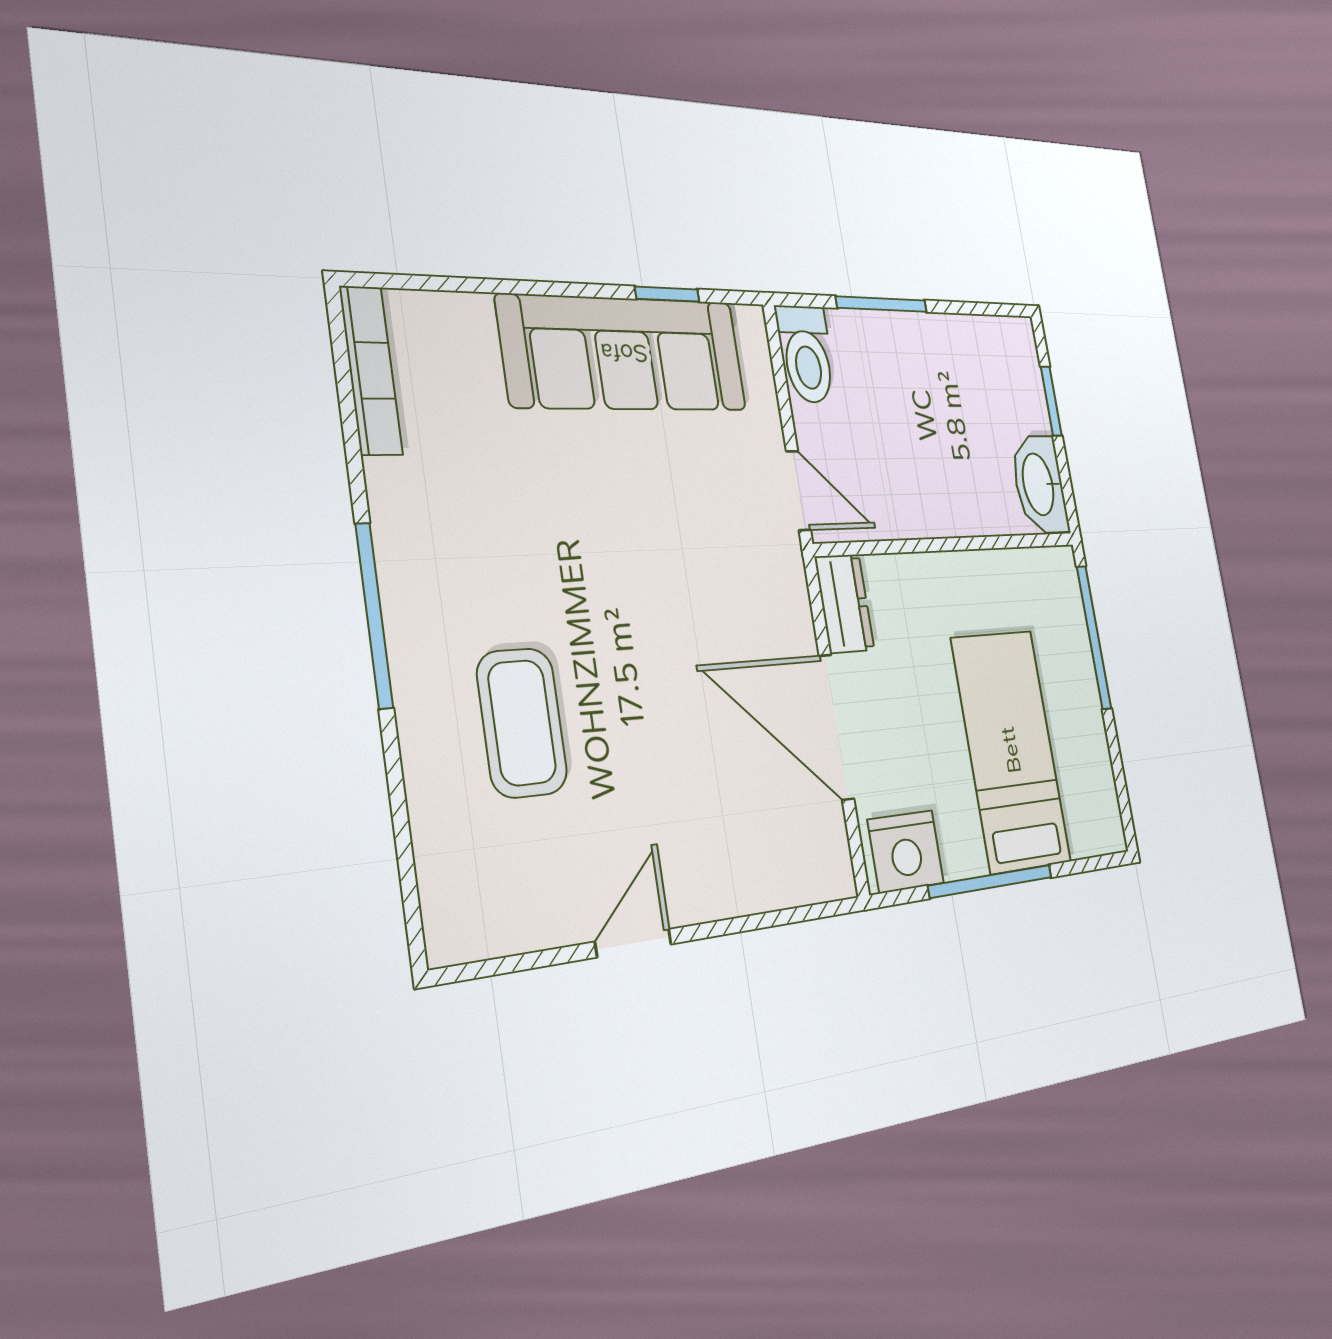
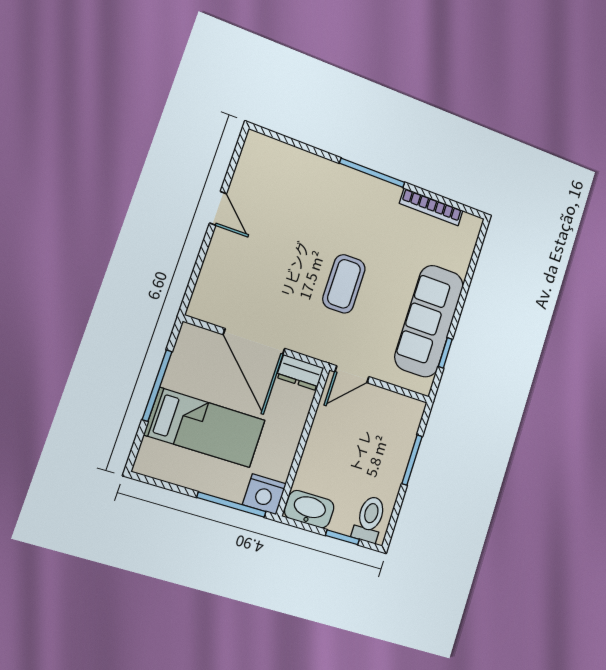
toilet: (806, 354) -> (369, 519), moved, turned 90
bookcase: (371, 370) -> (431, 207), moved
coffee table: (522, 723) -> (344, 284), moved, turned 90
door: (836, 727) -> (254, 342), swing flipped
nightstand: (906, 851) -> (264, 494), moved, turned -90

